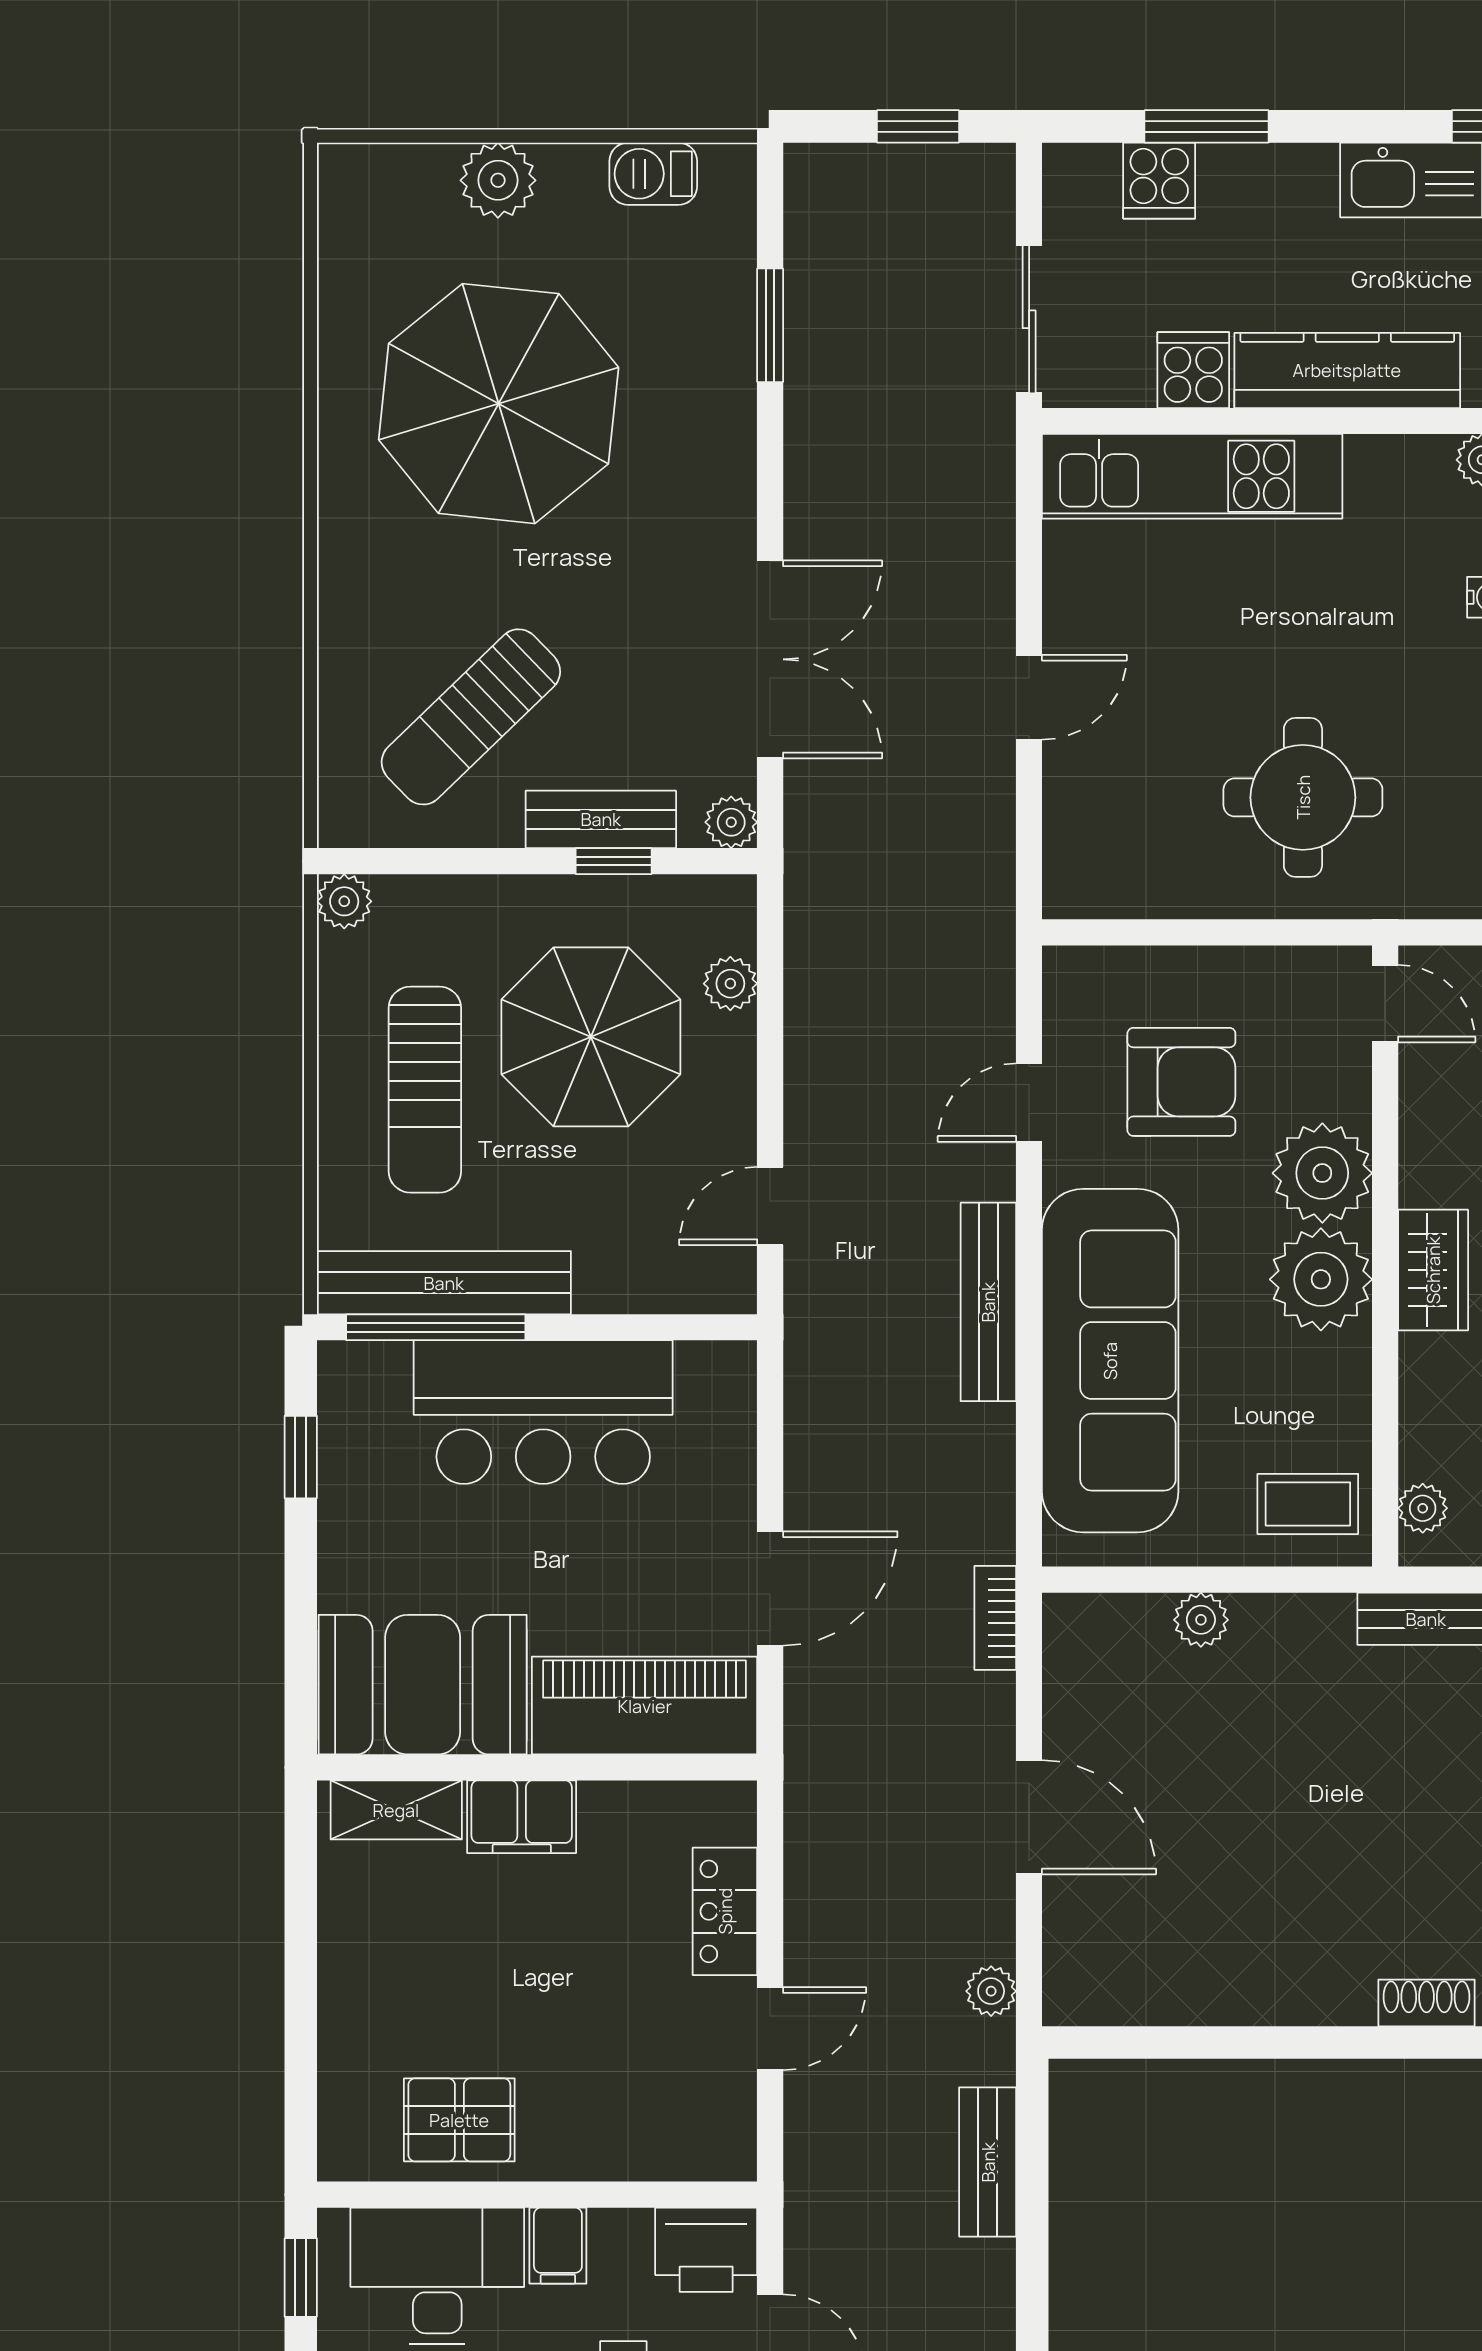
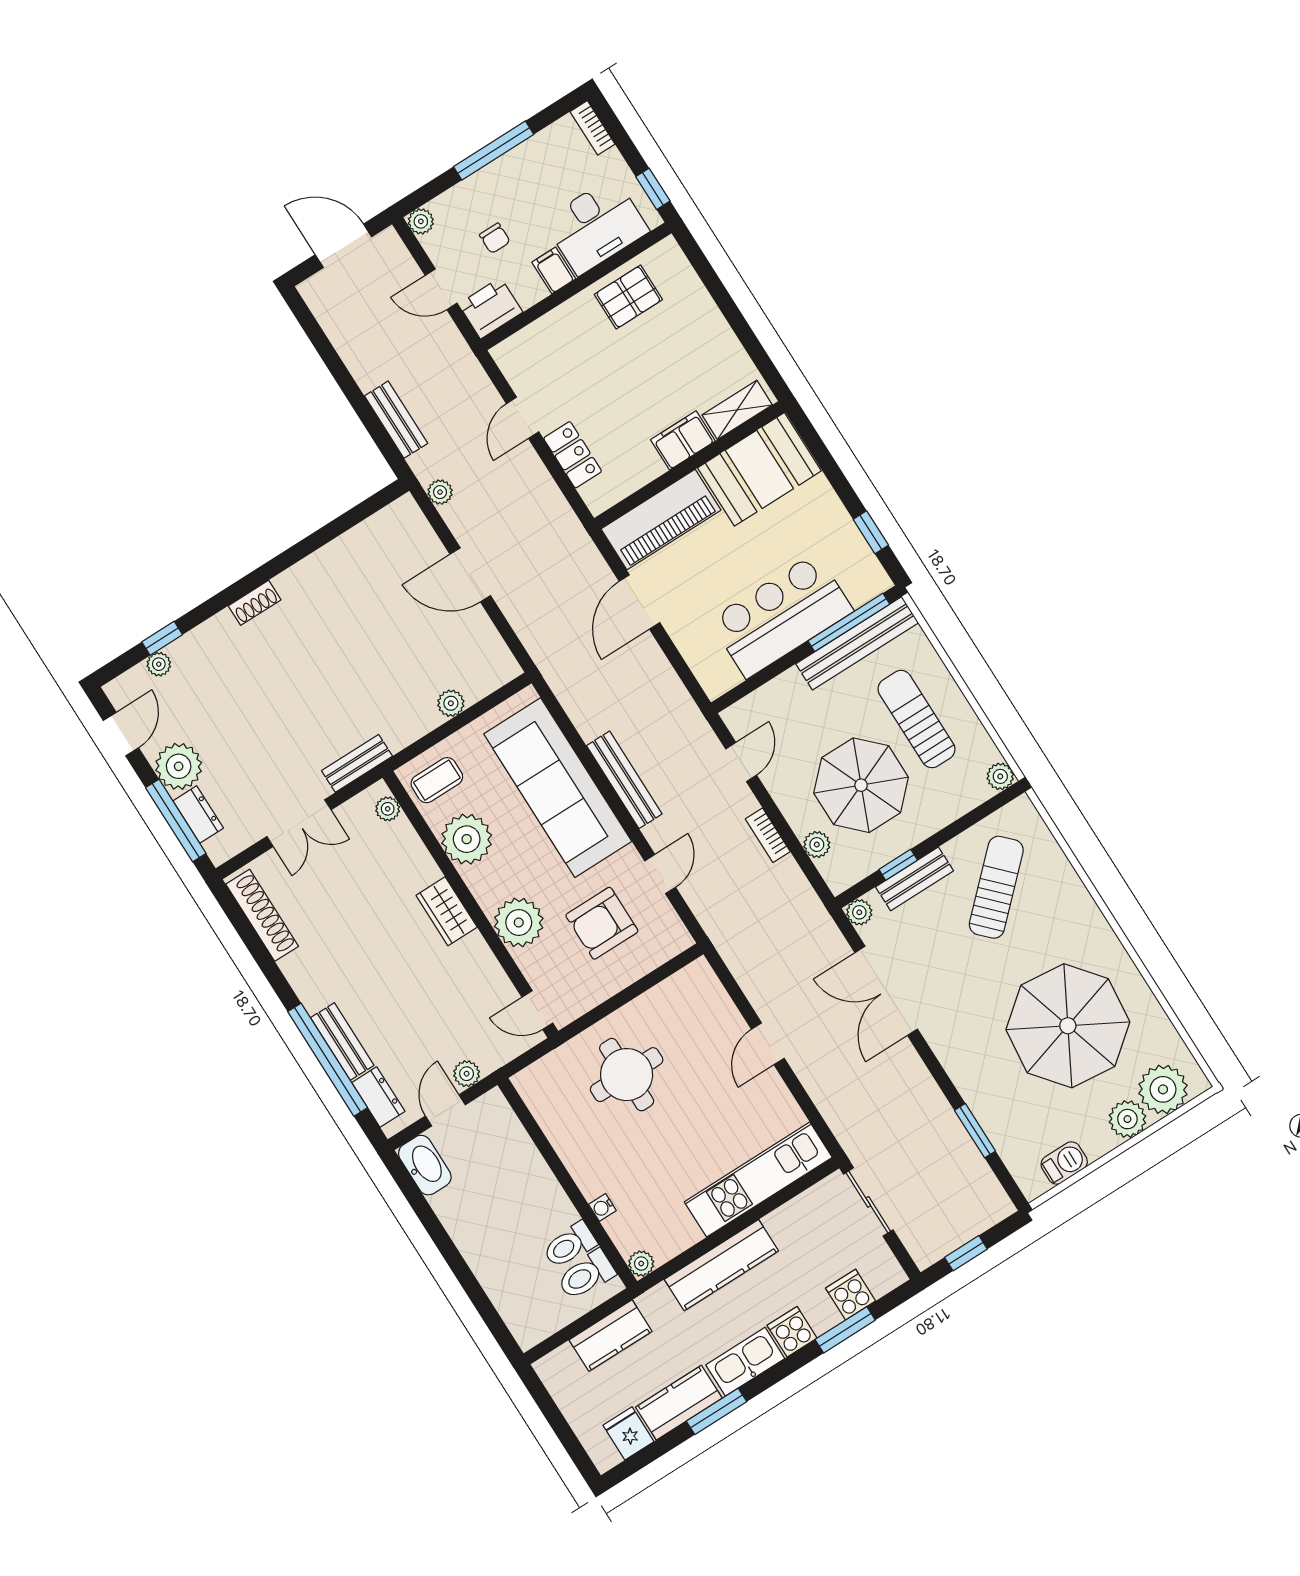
plant: (405, 192) -> (1163, 1089), added
cooker: (1193, 370) -> (792, 1332), moved, turned 180
plant: (1321, 1279) -> (467, 839), moved
bookcase: (995, 1618) -> (768, 835), moved, turned 180

